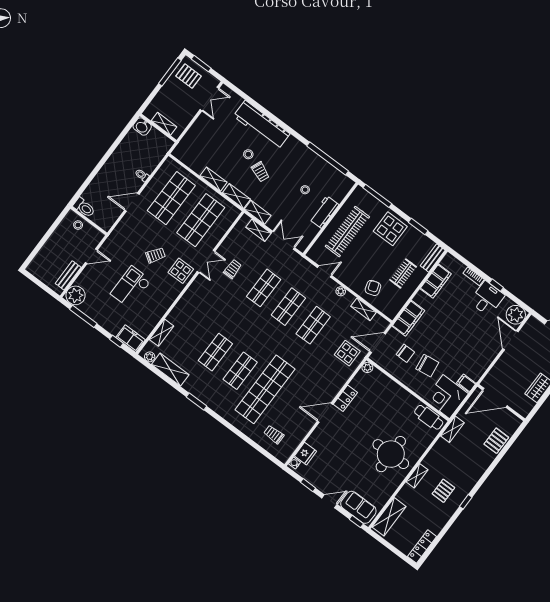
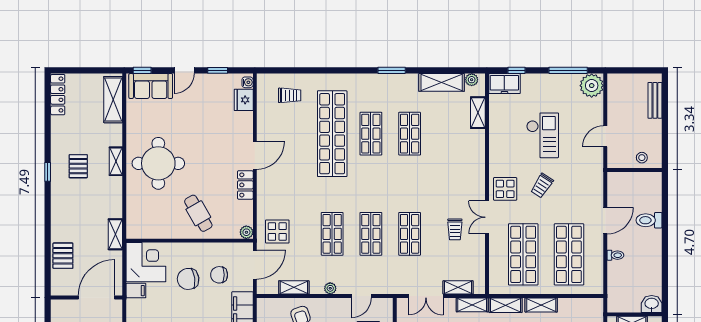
toilet: (84, 207) -> (649, 220), moved
bench: (68, 275) -> (655, 100), moved
cafe table: (429, 417) -> (198, 213), moved, turned 60

